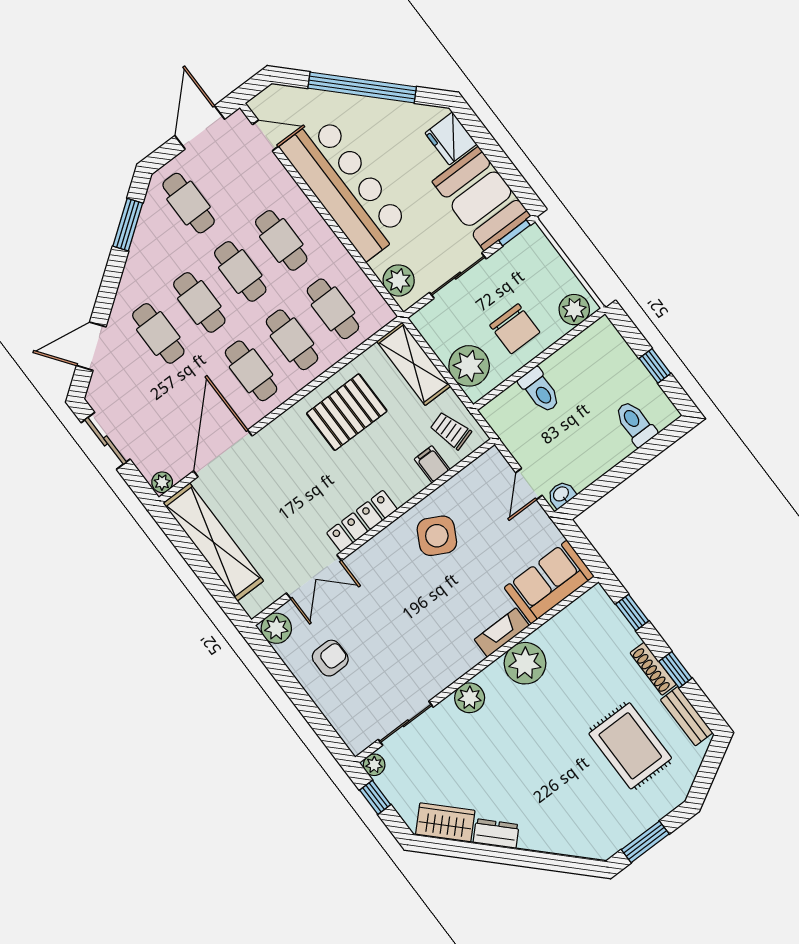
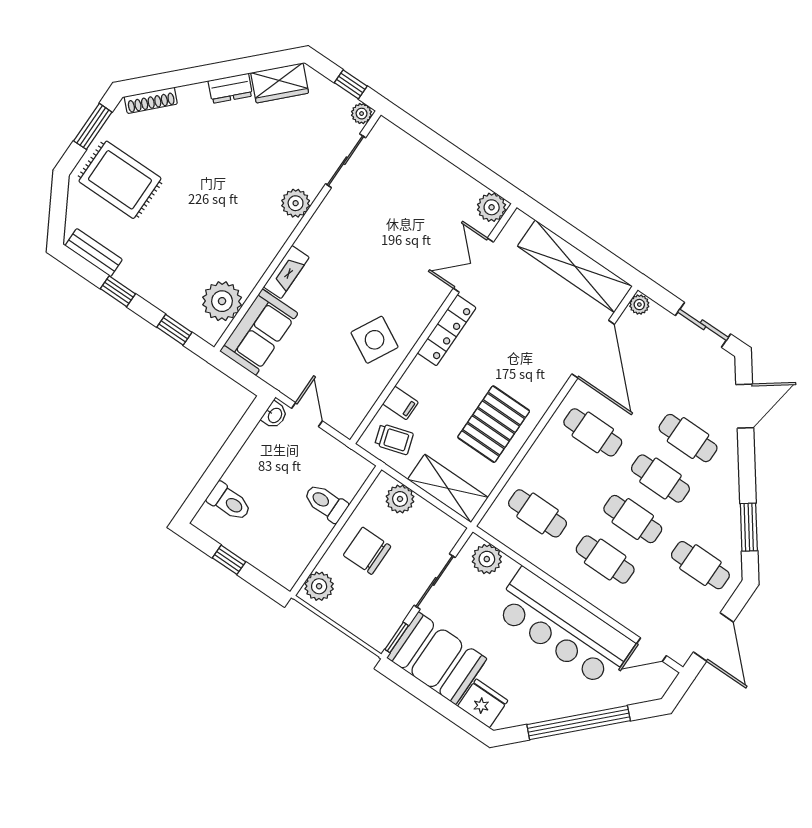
cafe table: (292, 340) -> (565, 473), removed
plant: (469, 366) -> (400, 499), width x0.73, depth x0.73
armchair: (330, 658) -> (434, 197), removed
plant: (525, 663) -> (222, 301), moved
shoe rack: (653, 669) -> (151, 100), moved, turned 135
rug: (630, 746) -> (120, 180), moved

